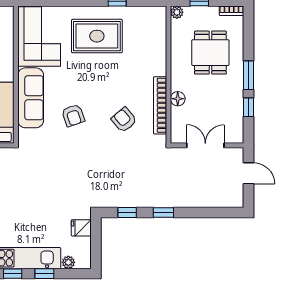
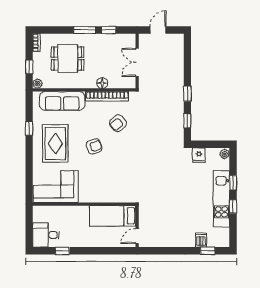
sofa: (31, 98) -> (62, 101), moved, turned 180
armchair: (73, 115) -> (94, 146), moved
plant: (68, 262) -> (225, 154), moved

